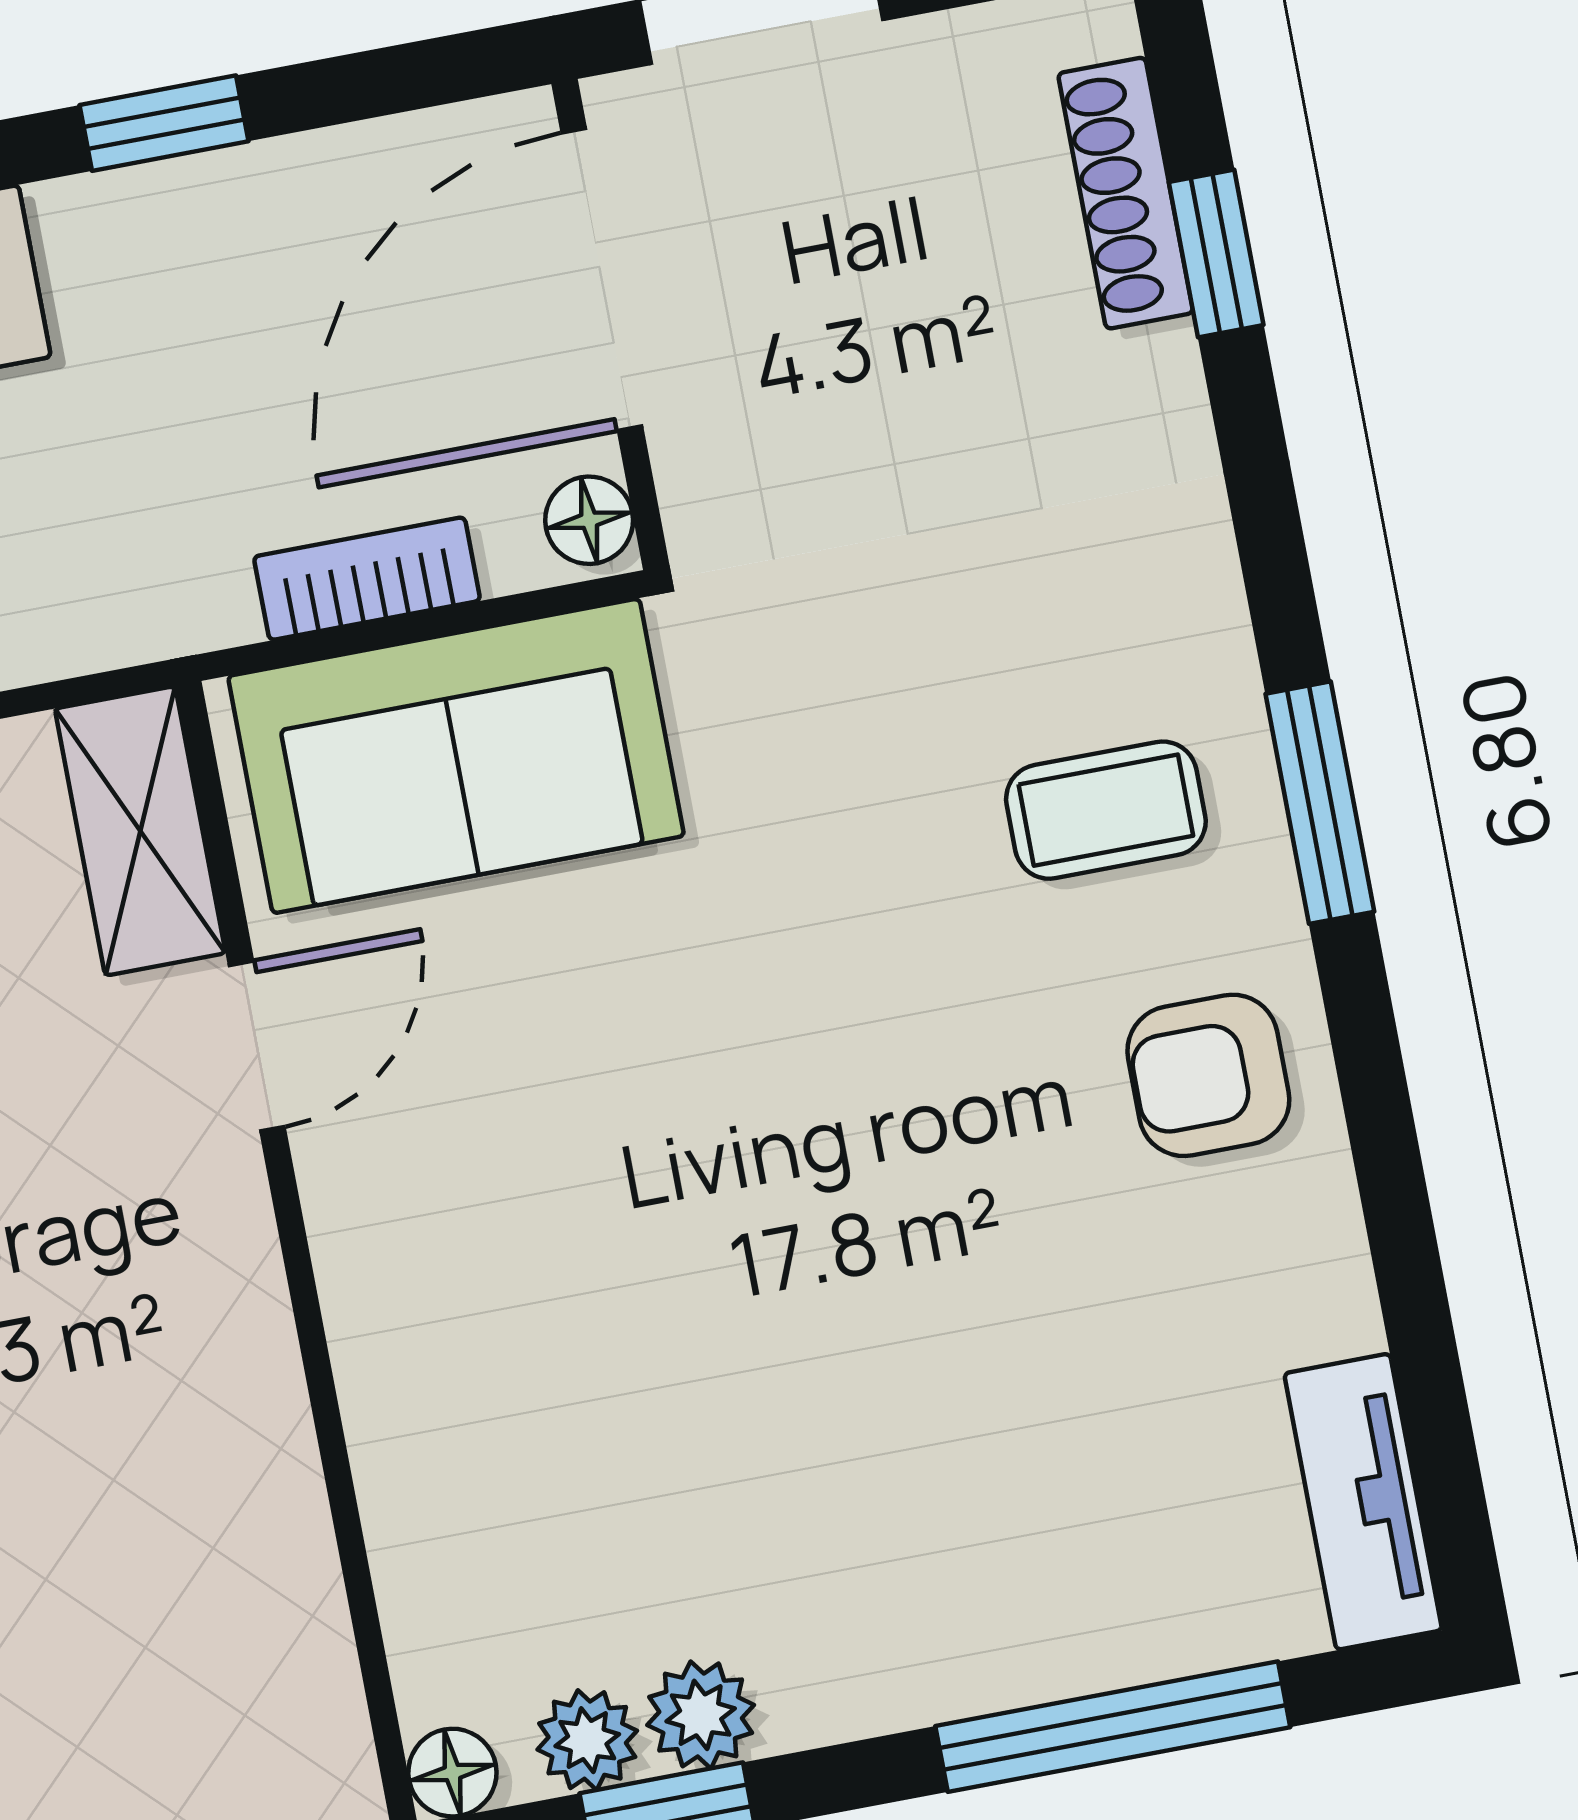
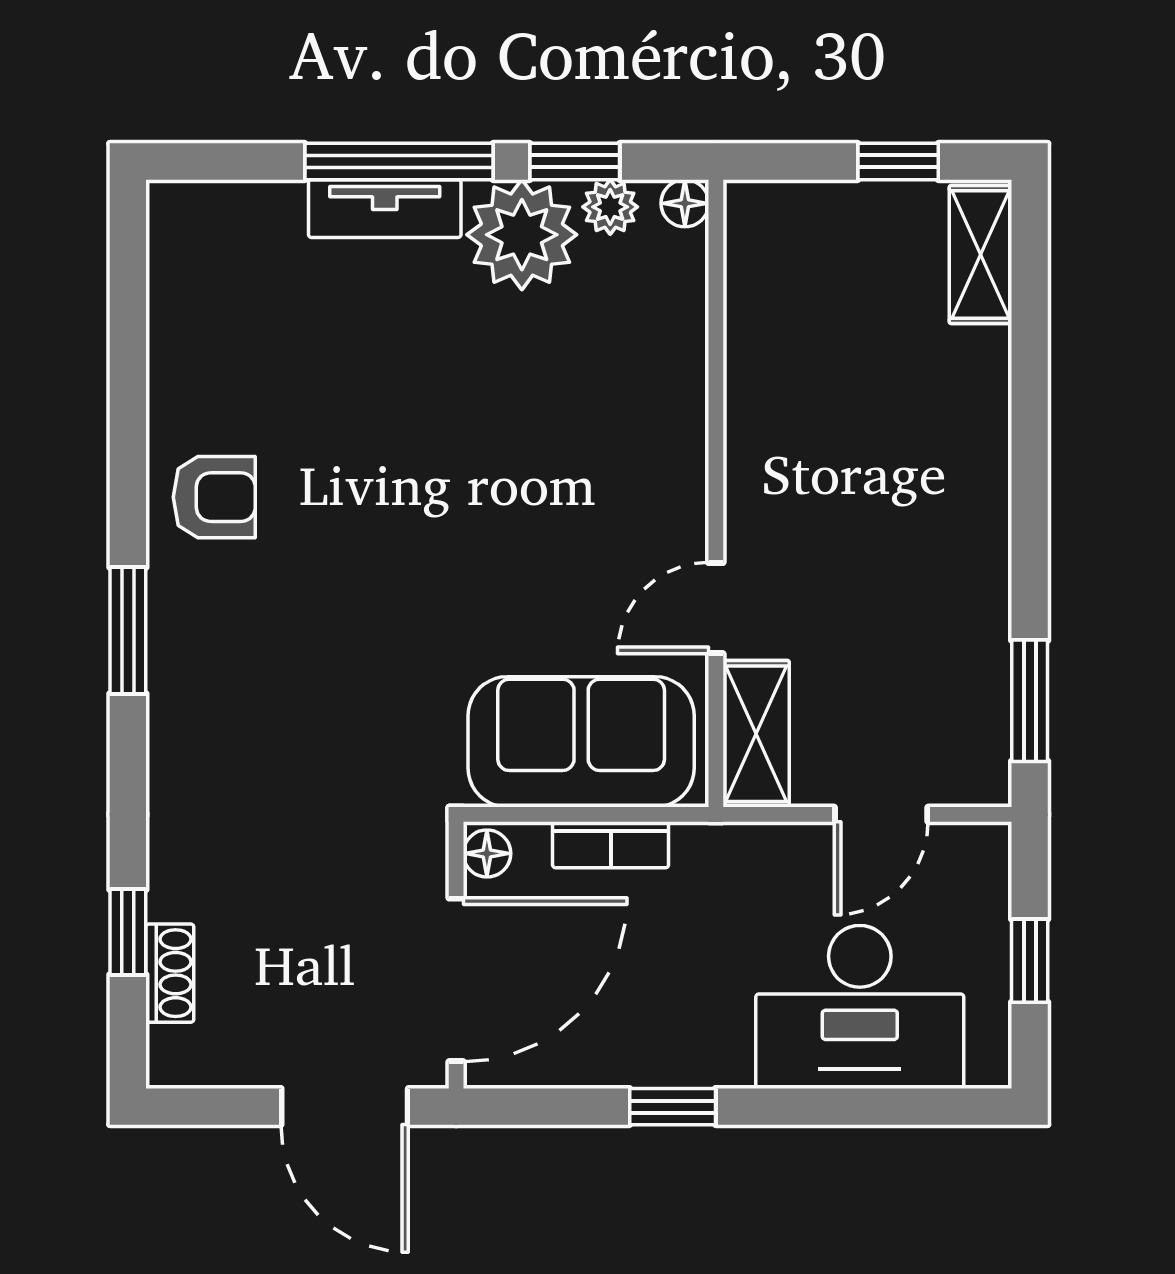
shoe rack: (1126, 193) -> (170, 973), width x0.70
coffee table: (1106, 810) -> (242, 648), removed
tv unit: (1363, 1502) -> (385, 209), moved, turned 90
plant: (701, 1715) -> (522, 235), width x1.88, depth x1.88
window: (1113, 1727) -> (399, 161), moved

